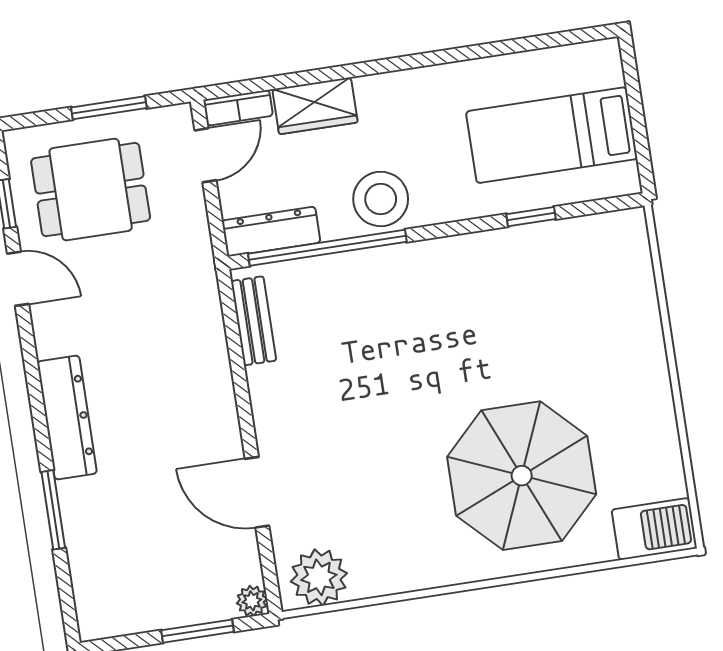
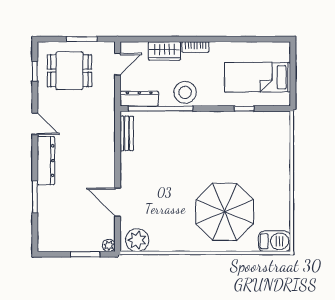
bookcase: (238, 108) -> (195, 47), moved
door: (18, 279) -> (35, 124), moved

